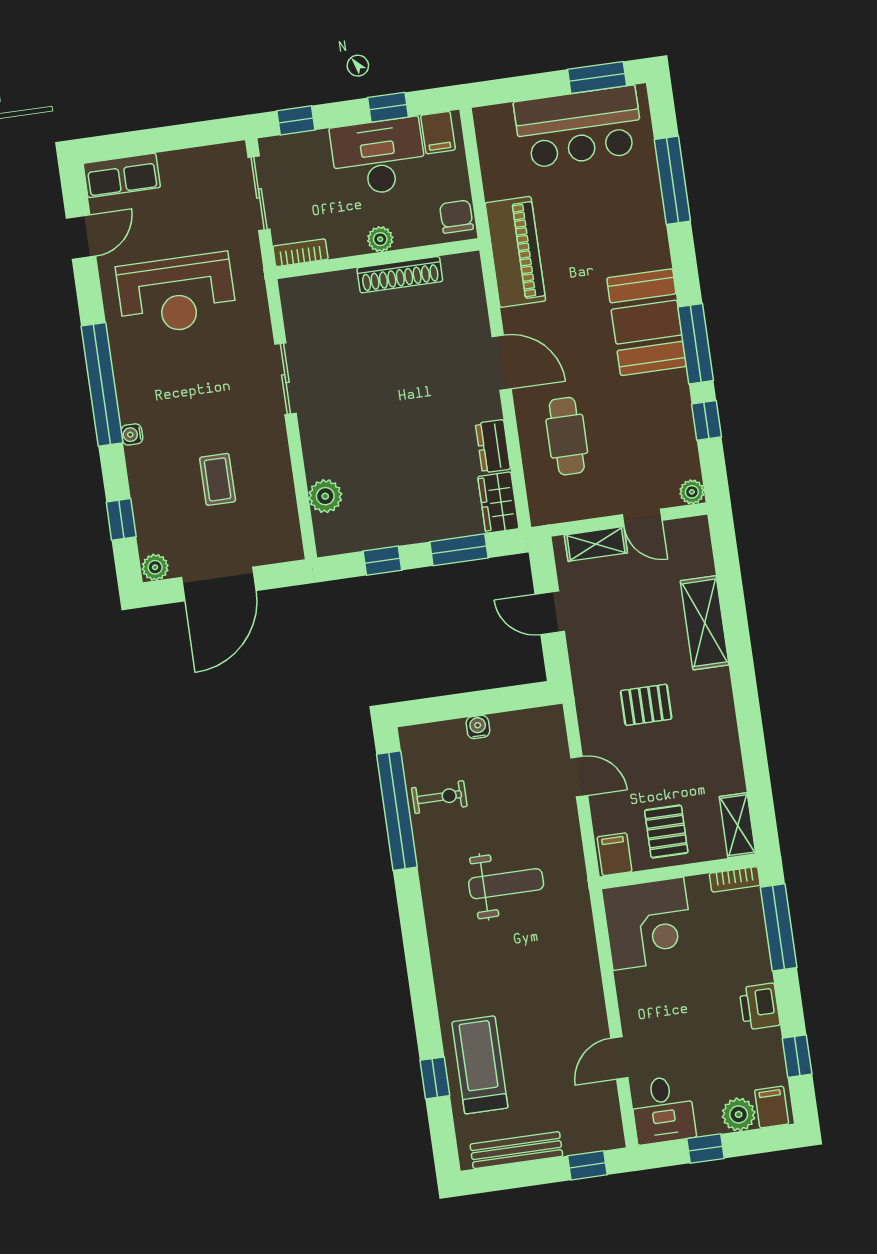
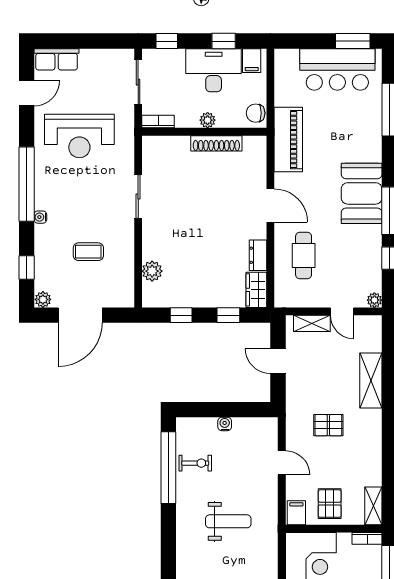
chair: (456, 217) -> (256, 113), turned -90
coffee table: (218, 479) -> (88, 252), turned 90
window: (459, 550) -> (228, 315), width x0.67

